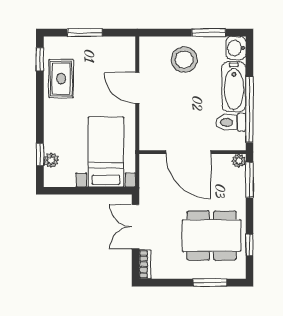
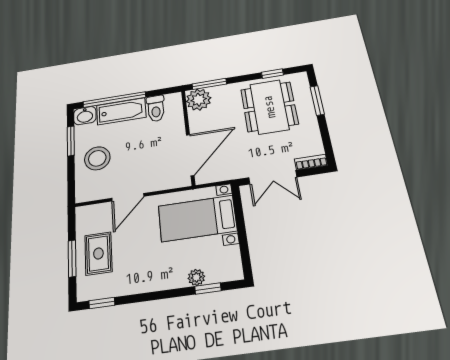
rug: (61, 79) -> (98, 253), moved, turned 90
window: (249, 109) -> (114, 100), moved
door: (188, 152) -> (190, 155), moved
plant: (51, 160) -> (196, 277), moved
plant: (239, 161) -> (199, 100), width x1.87, depth x1.87

